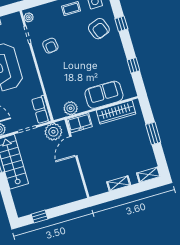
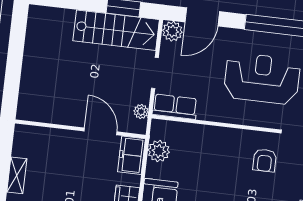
armchair: (50, 46) -> (265, 160), turned -83
plant: (53, 132) -> (141, 111), width x0.53, depth x0.53
window: (39, 217) -> (17, 37), removed

